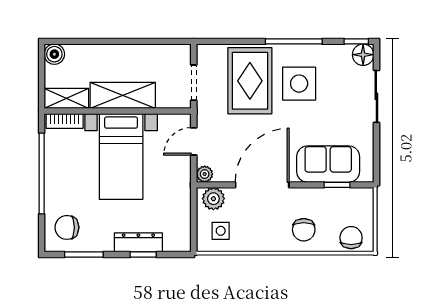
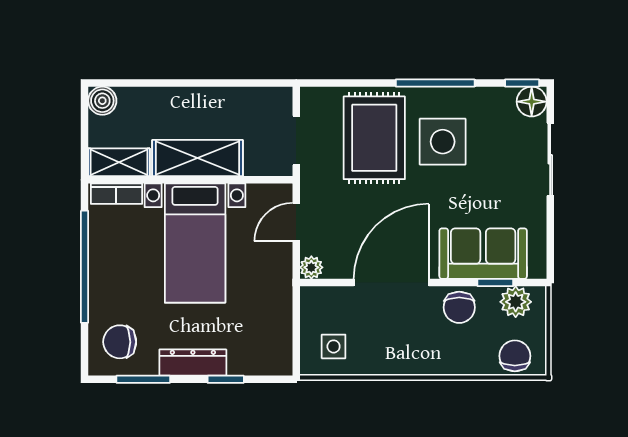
plant: (213, 199) -> (516, 302), moved
chair: (304, 230) -> (459, 307), moved
dresser: (138, 242) -> (193, 363), moved

